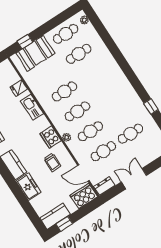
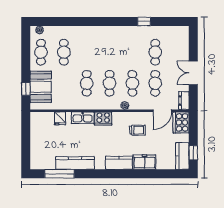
cooker: (51, 137) -> (103, 118), moved

